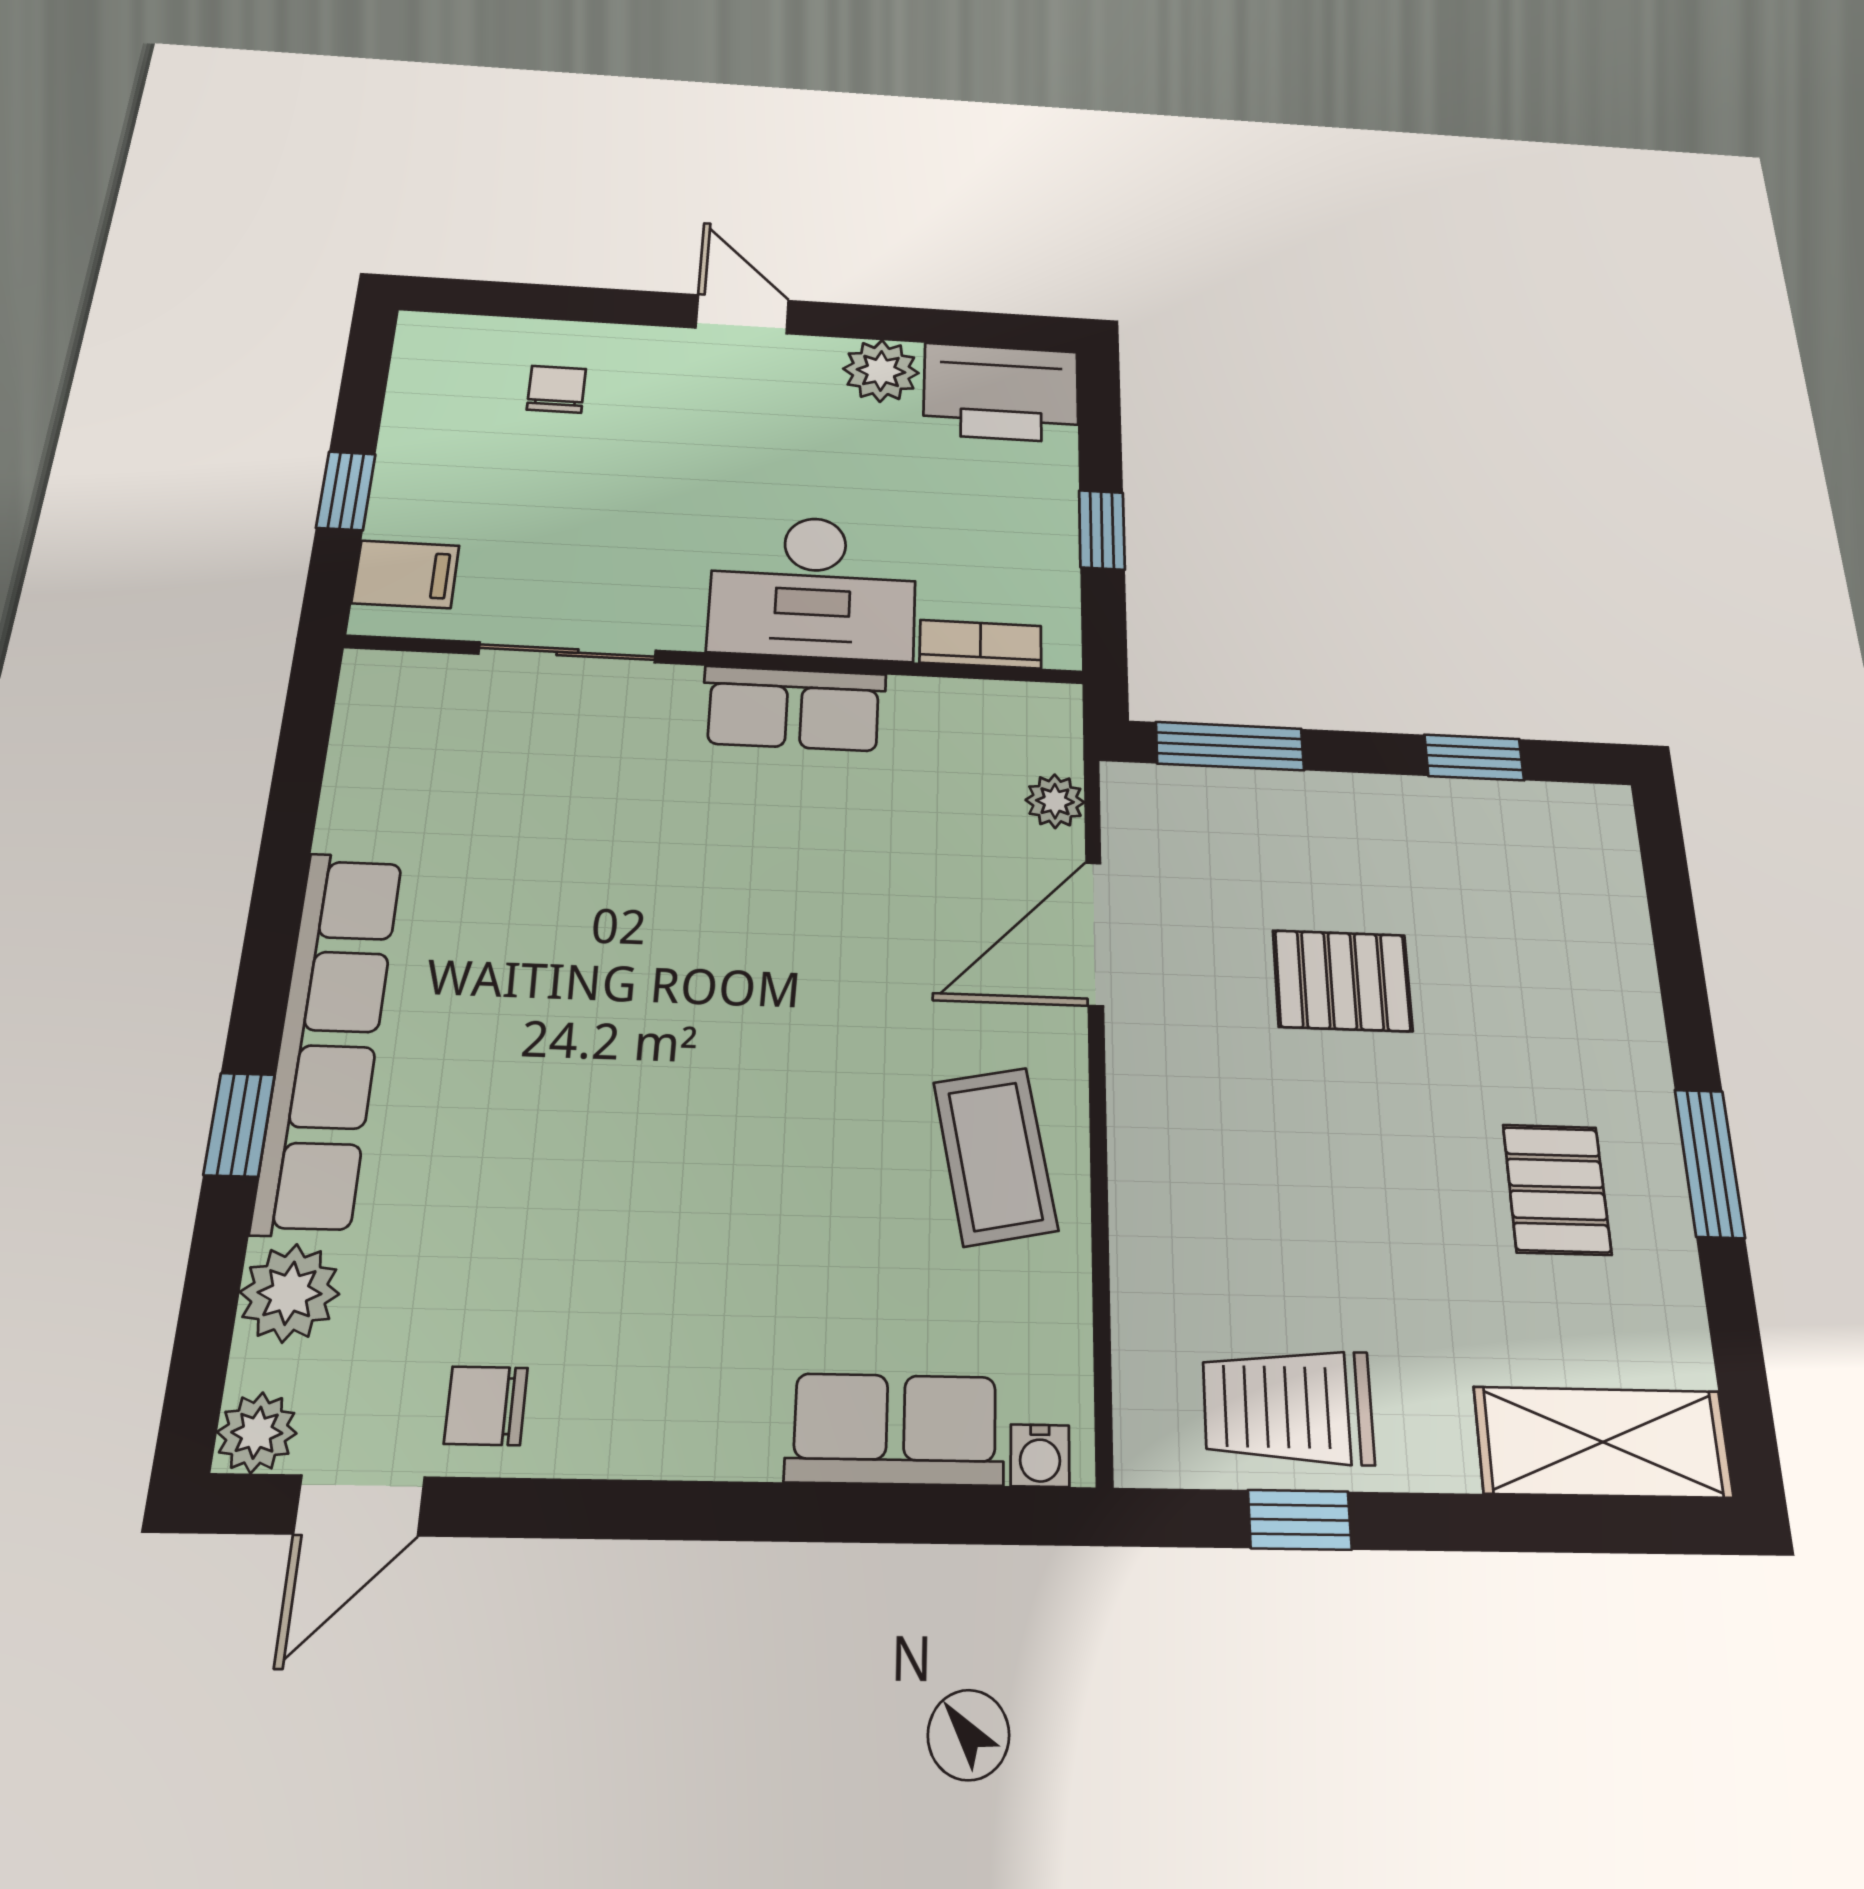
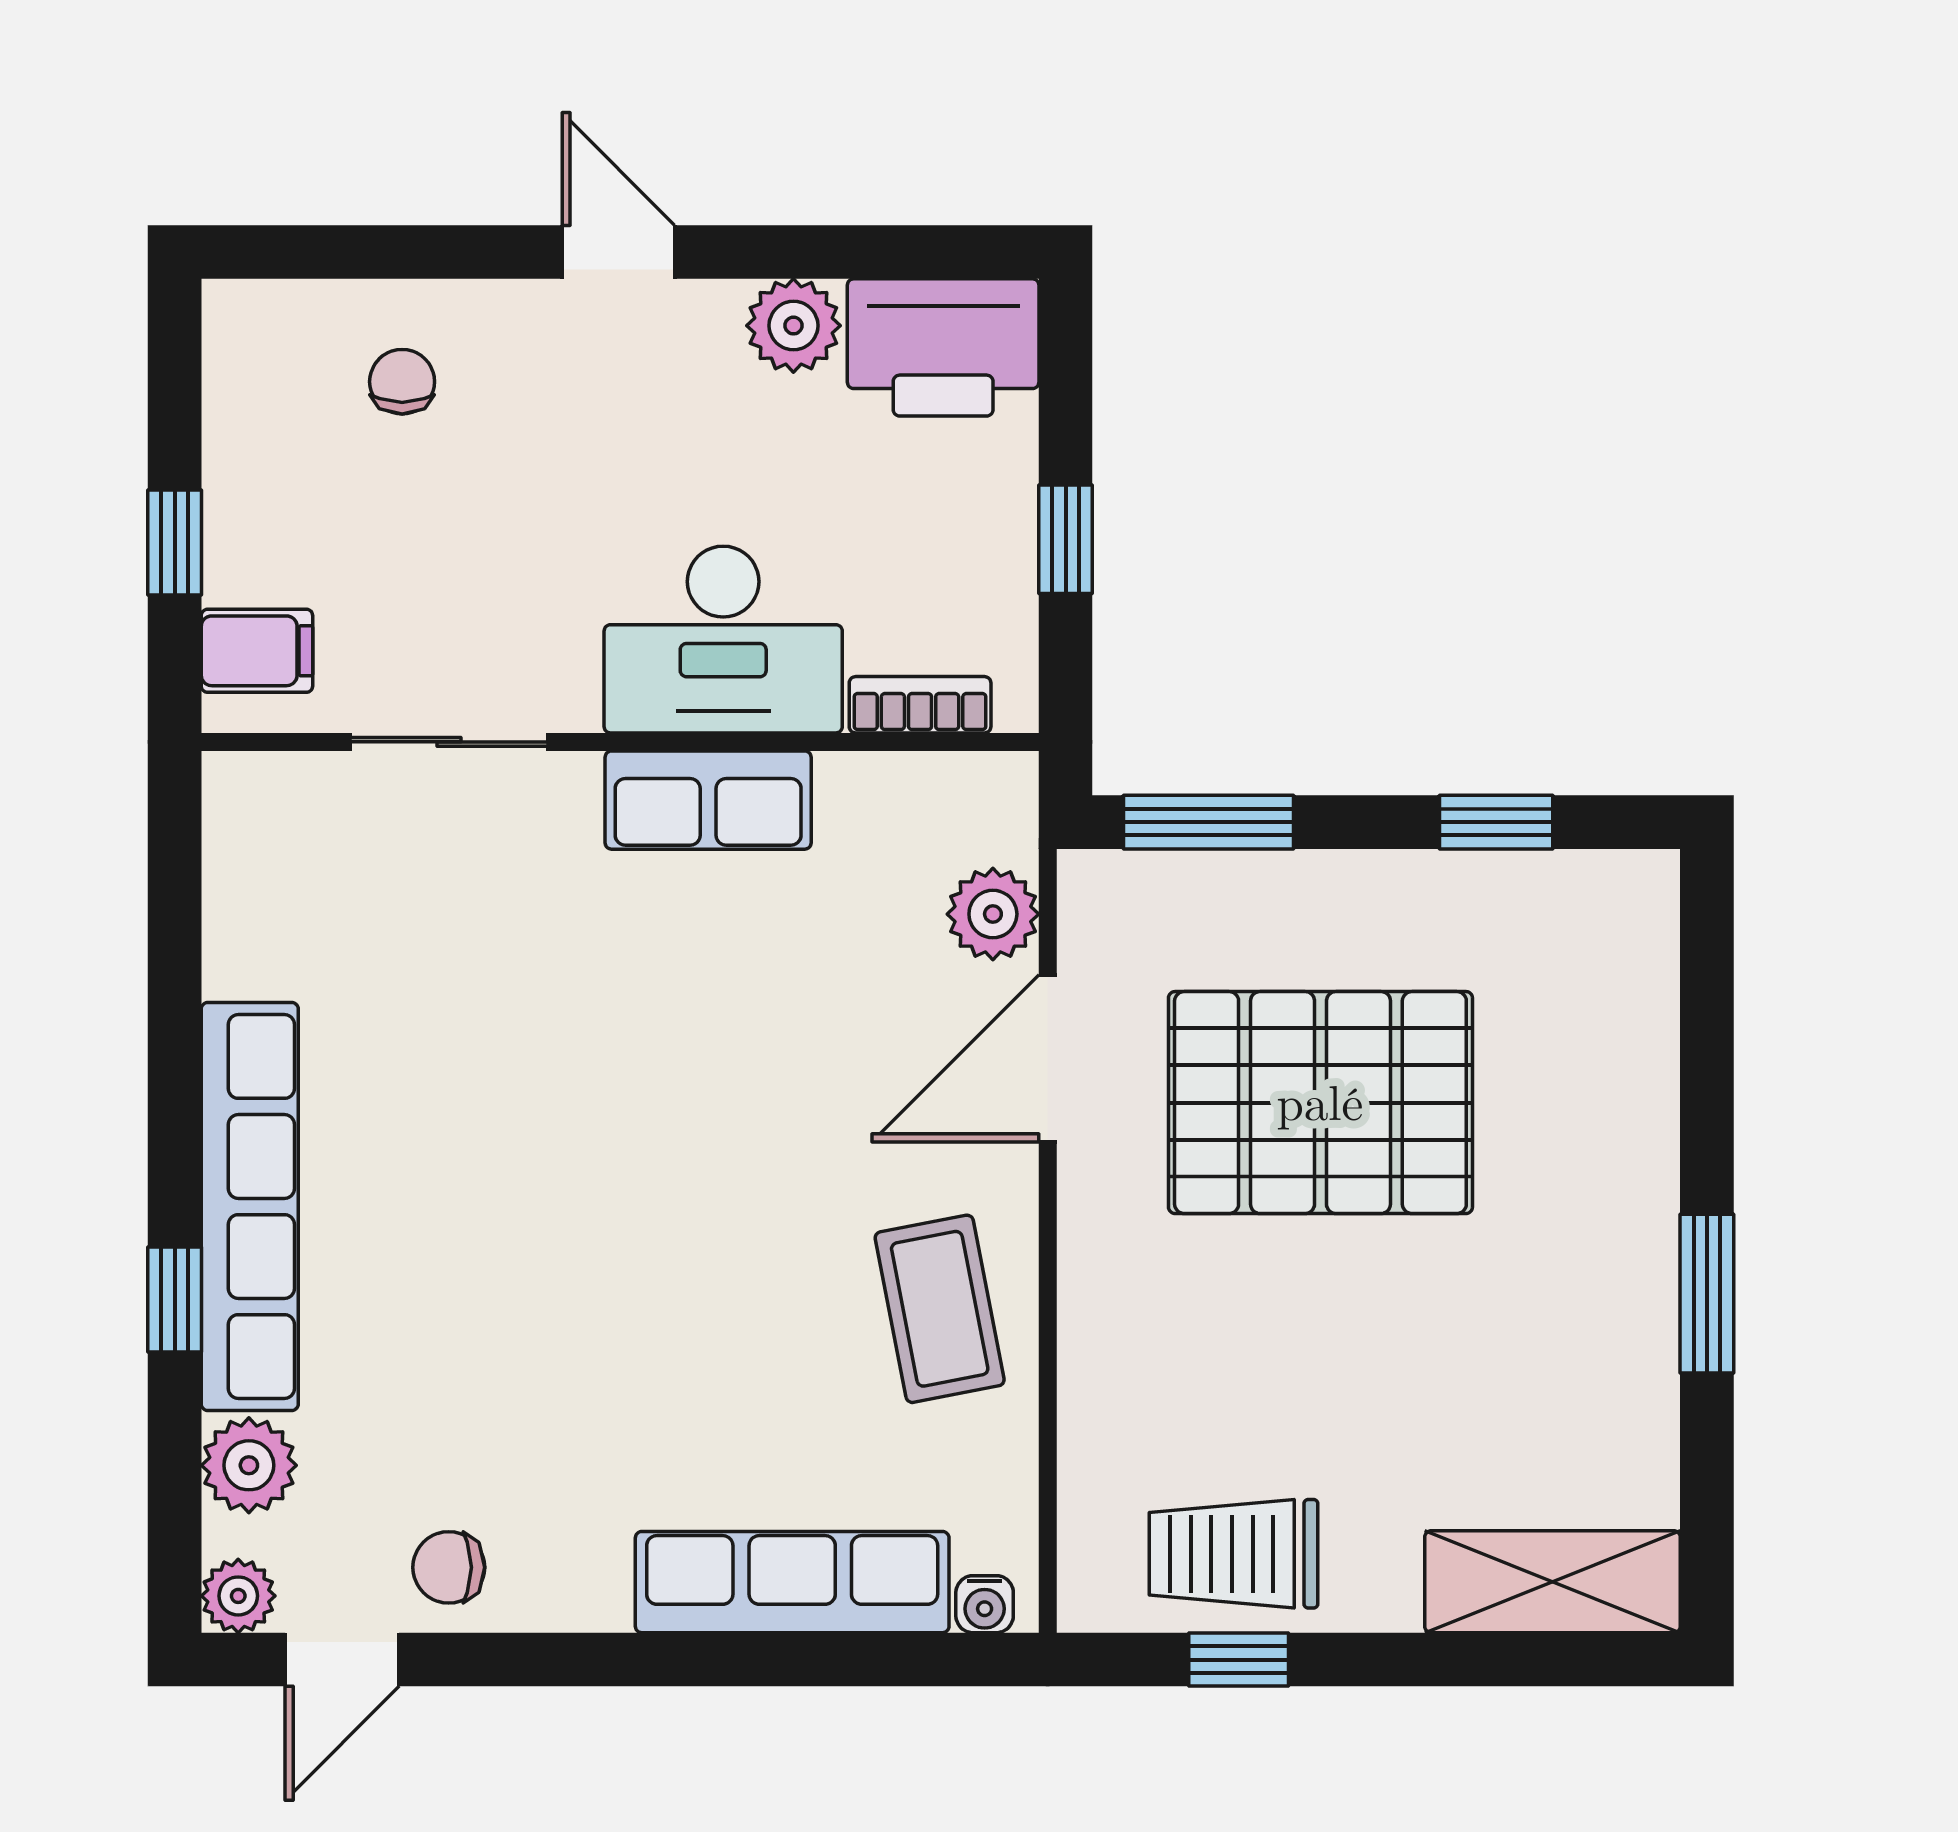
plant: (1055, 801) -> (993, 914), width x1.38, depth x1.38
pallet: (1342, 981) -> (1320, 1103), width x2.05, depth x2.00
pallet: (1557, 1189) -> (1535, 1327), removed
row of seats: (895, 1429) -> (792, 1582), width x1.48

